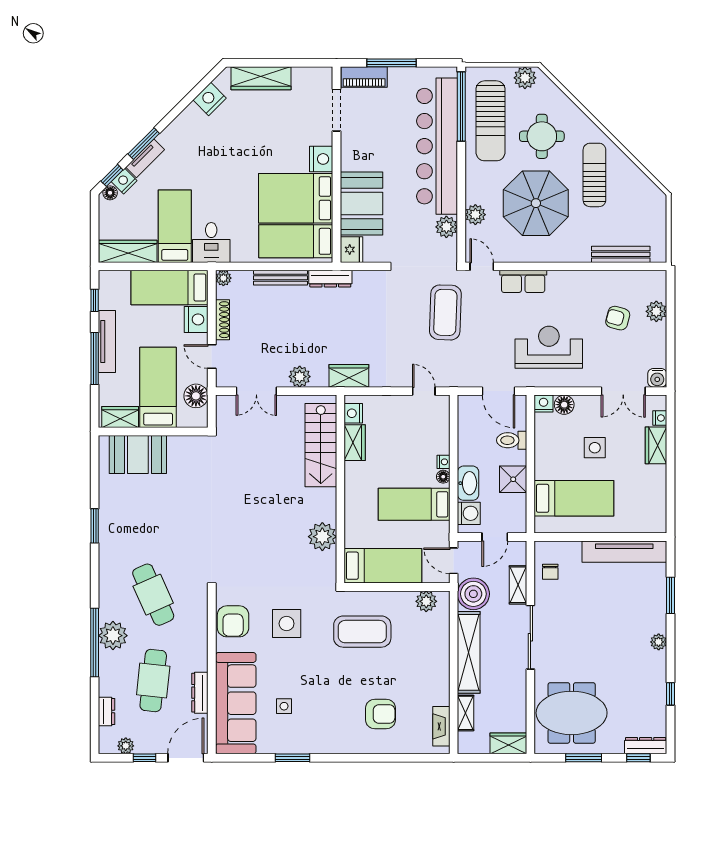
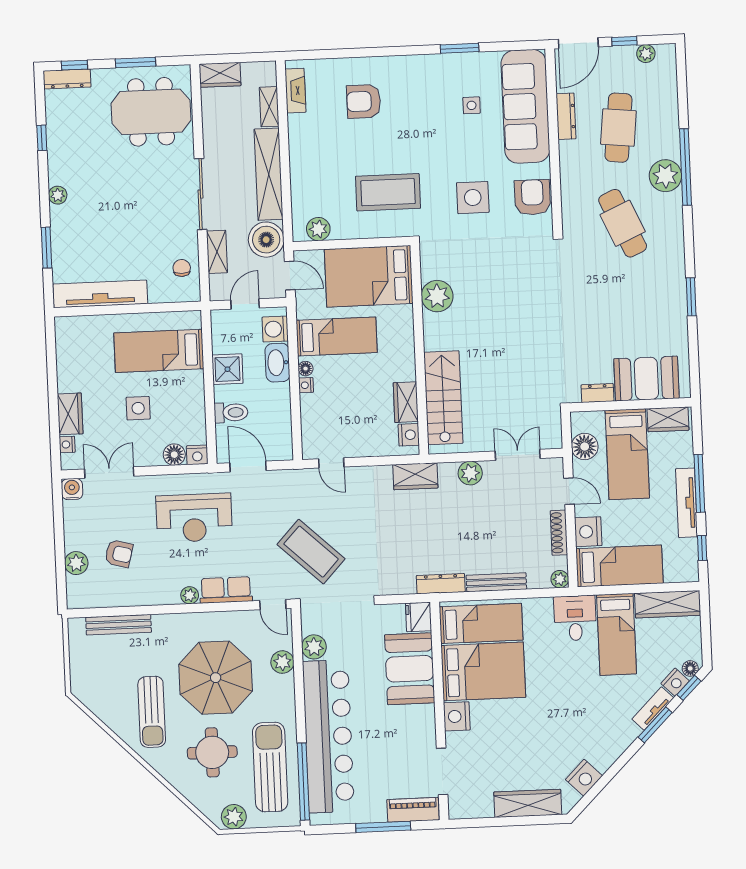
plant: (556, 278) -> (190, 595), added
coffee table: (445, 312) -> (311, 552), turned -49
bed: (383, 566) -> (369, 276), width x1.50
dresser: (107, 712) -> (598, 393), moved, turned 90

